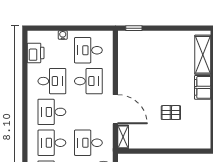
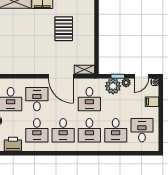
desk: (52, 81) -> (37, 130), turned 180
door: (115, 109) -> (61, 76), swing flipped
pallet: (171, 113) -> (64, 29), width x1.50, depth x1.42

